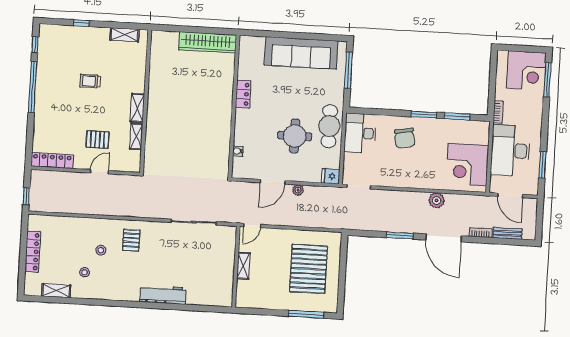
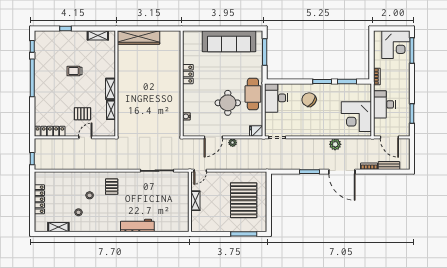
wardrobe: (208, 42) -> (138, 37), moved
chair: (405, 138) -> (309, 100), turned 138
desk: (510, 151) -> (384, 104), width x0.73, depth x0.77

